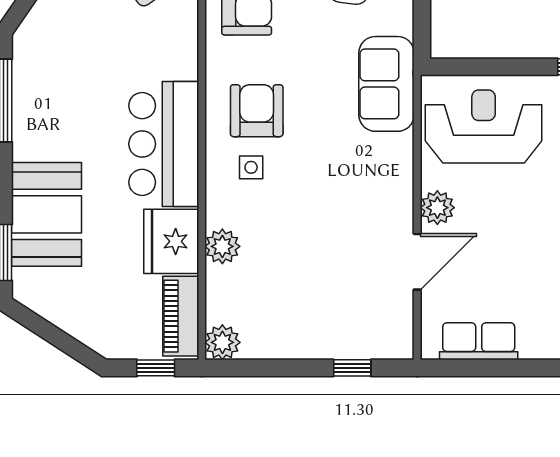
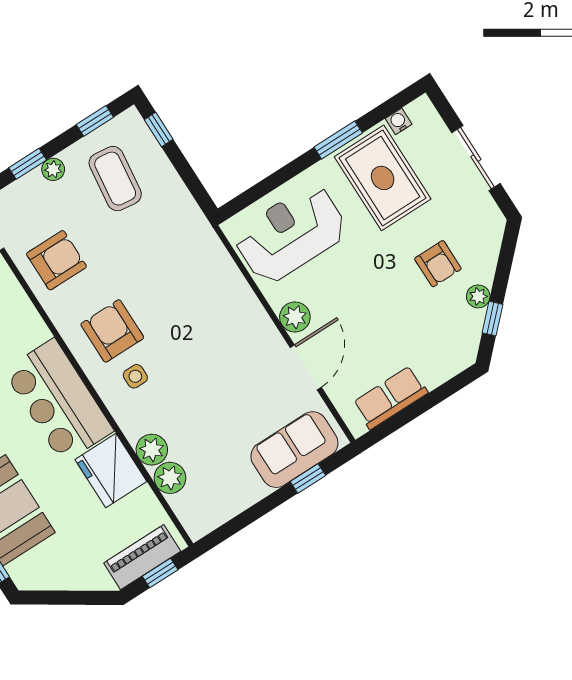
sofa: (386, 84) -> (294, 450), moved, turned 90
piano: (181, 316) -> (142, 557), moved, turned 90
plant: (222, 342) -> (170, 478), moved

